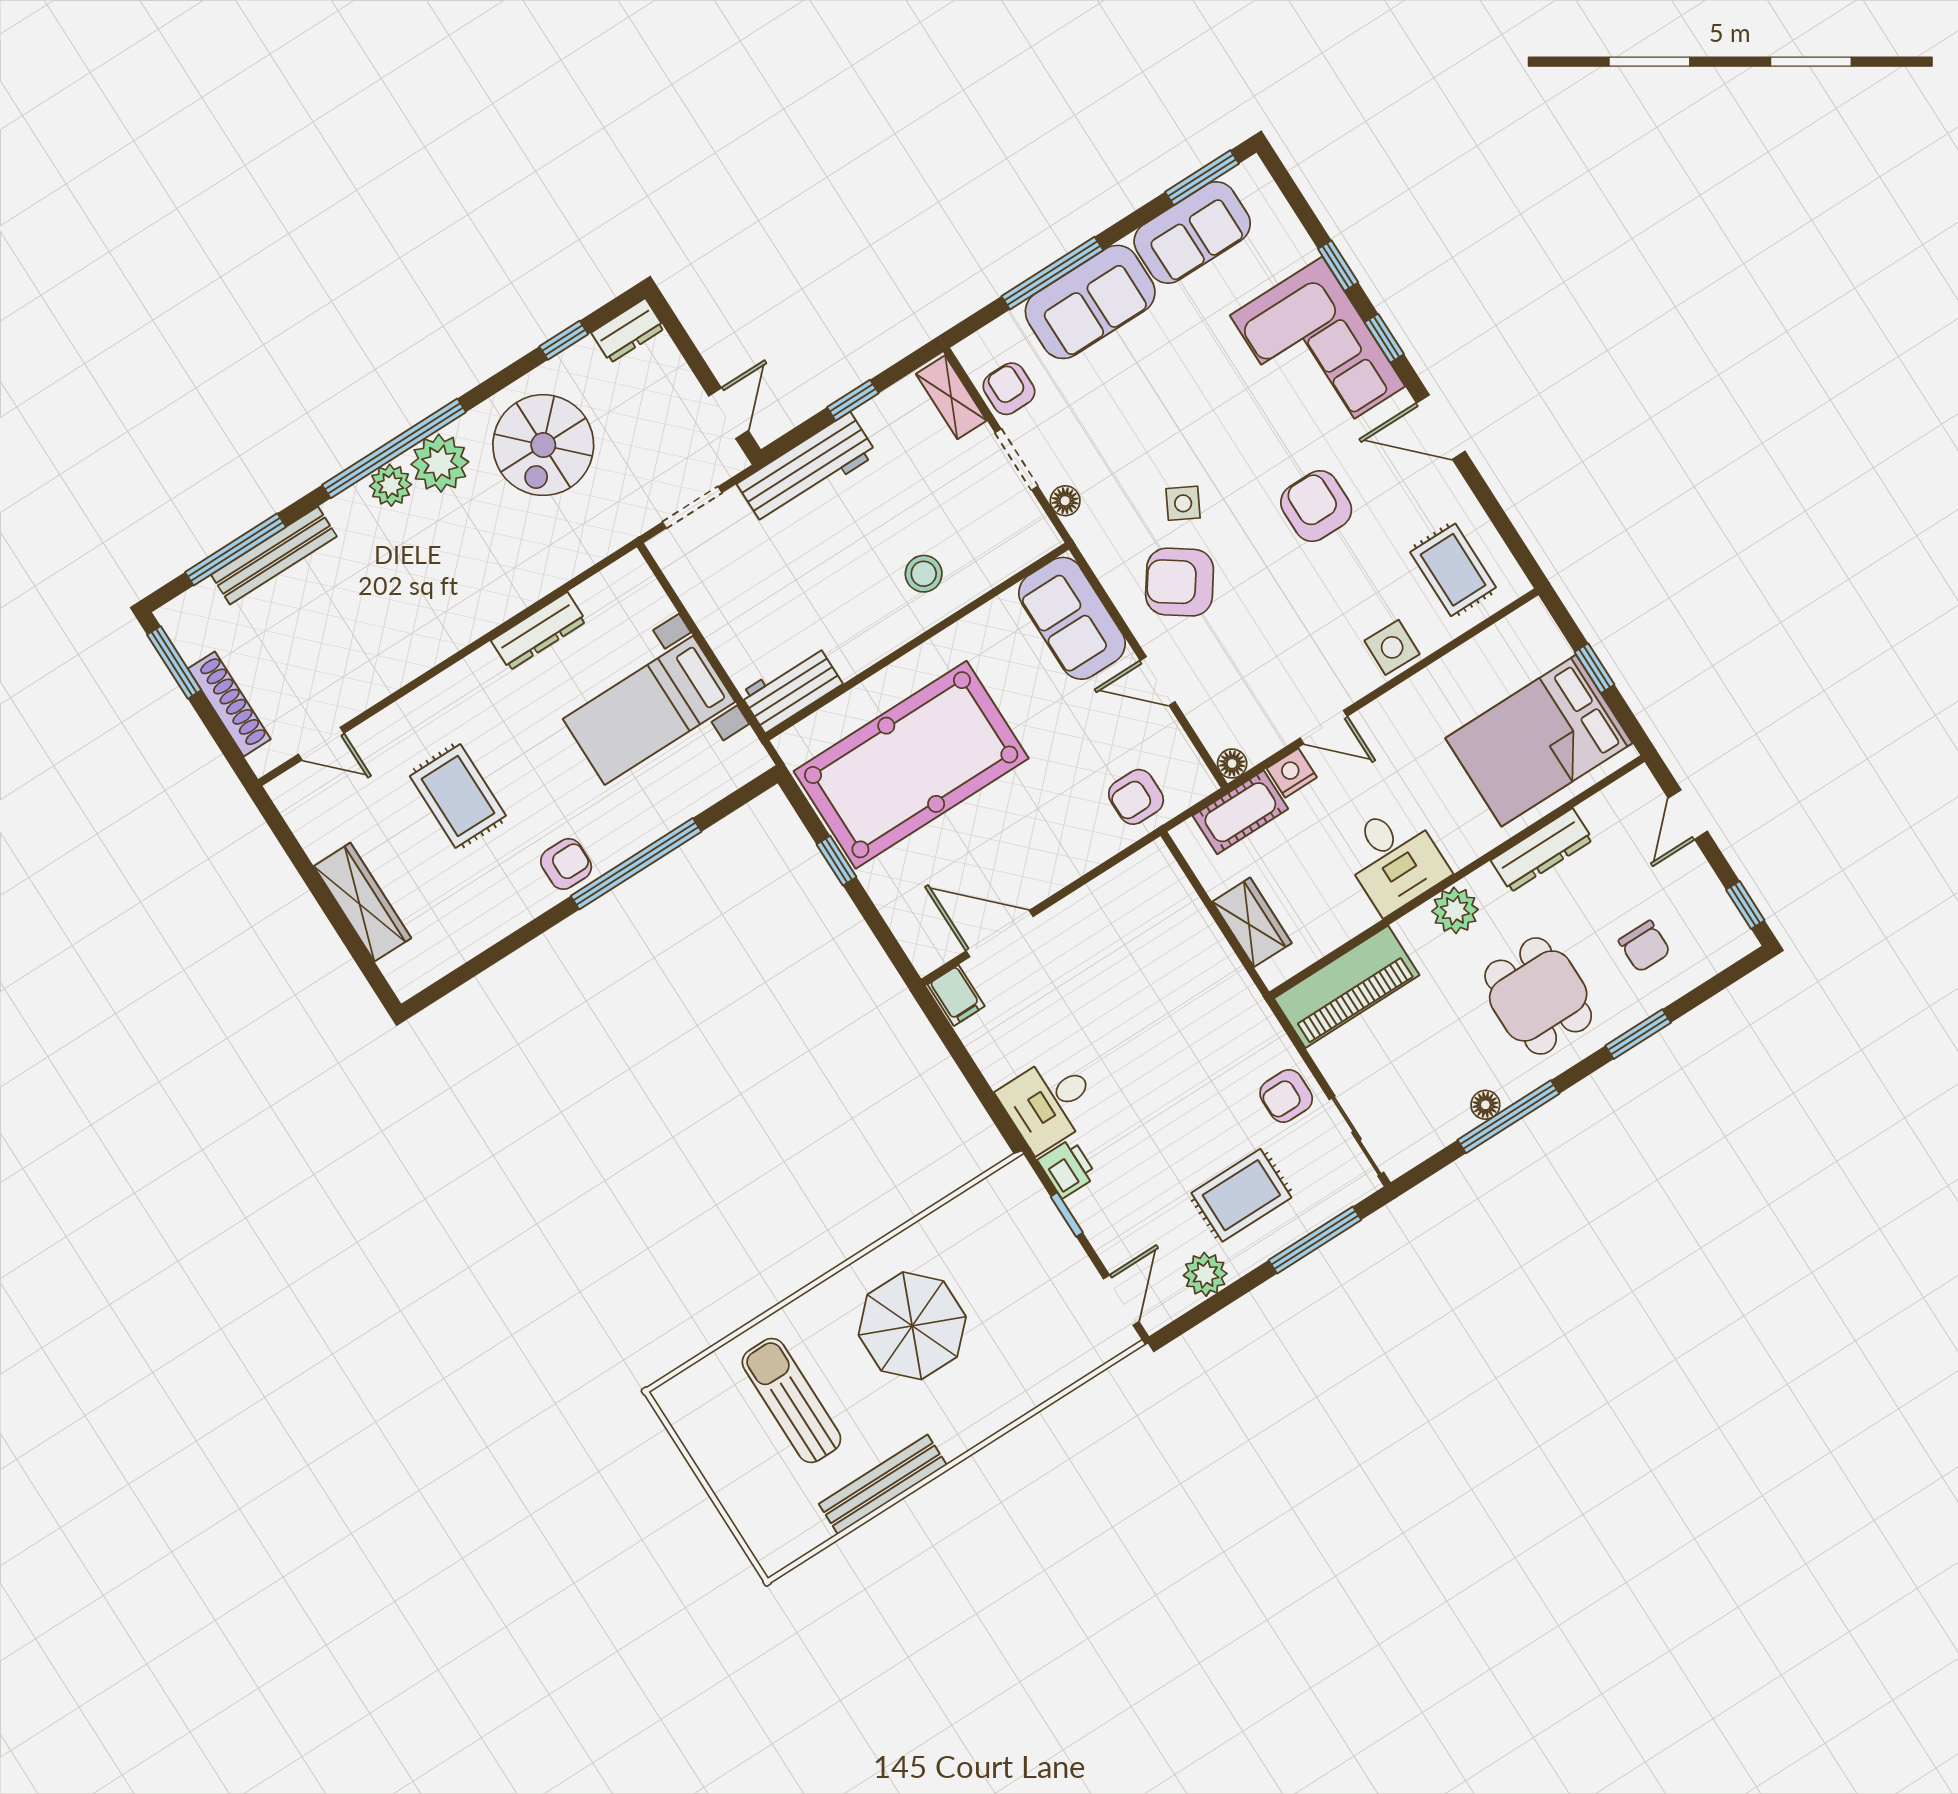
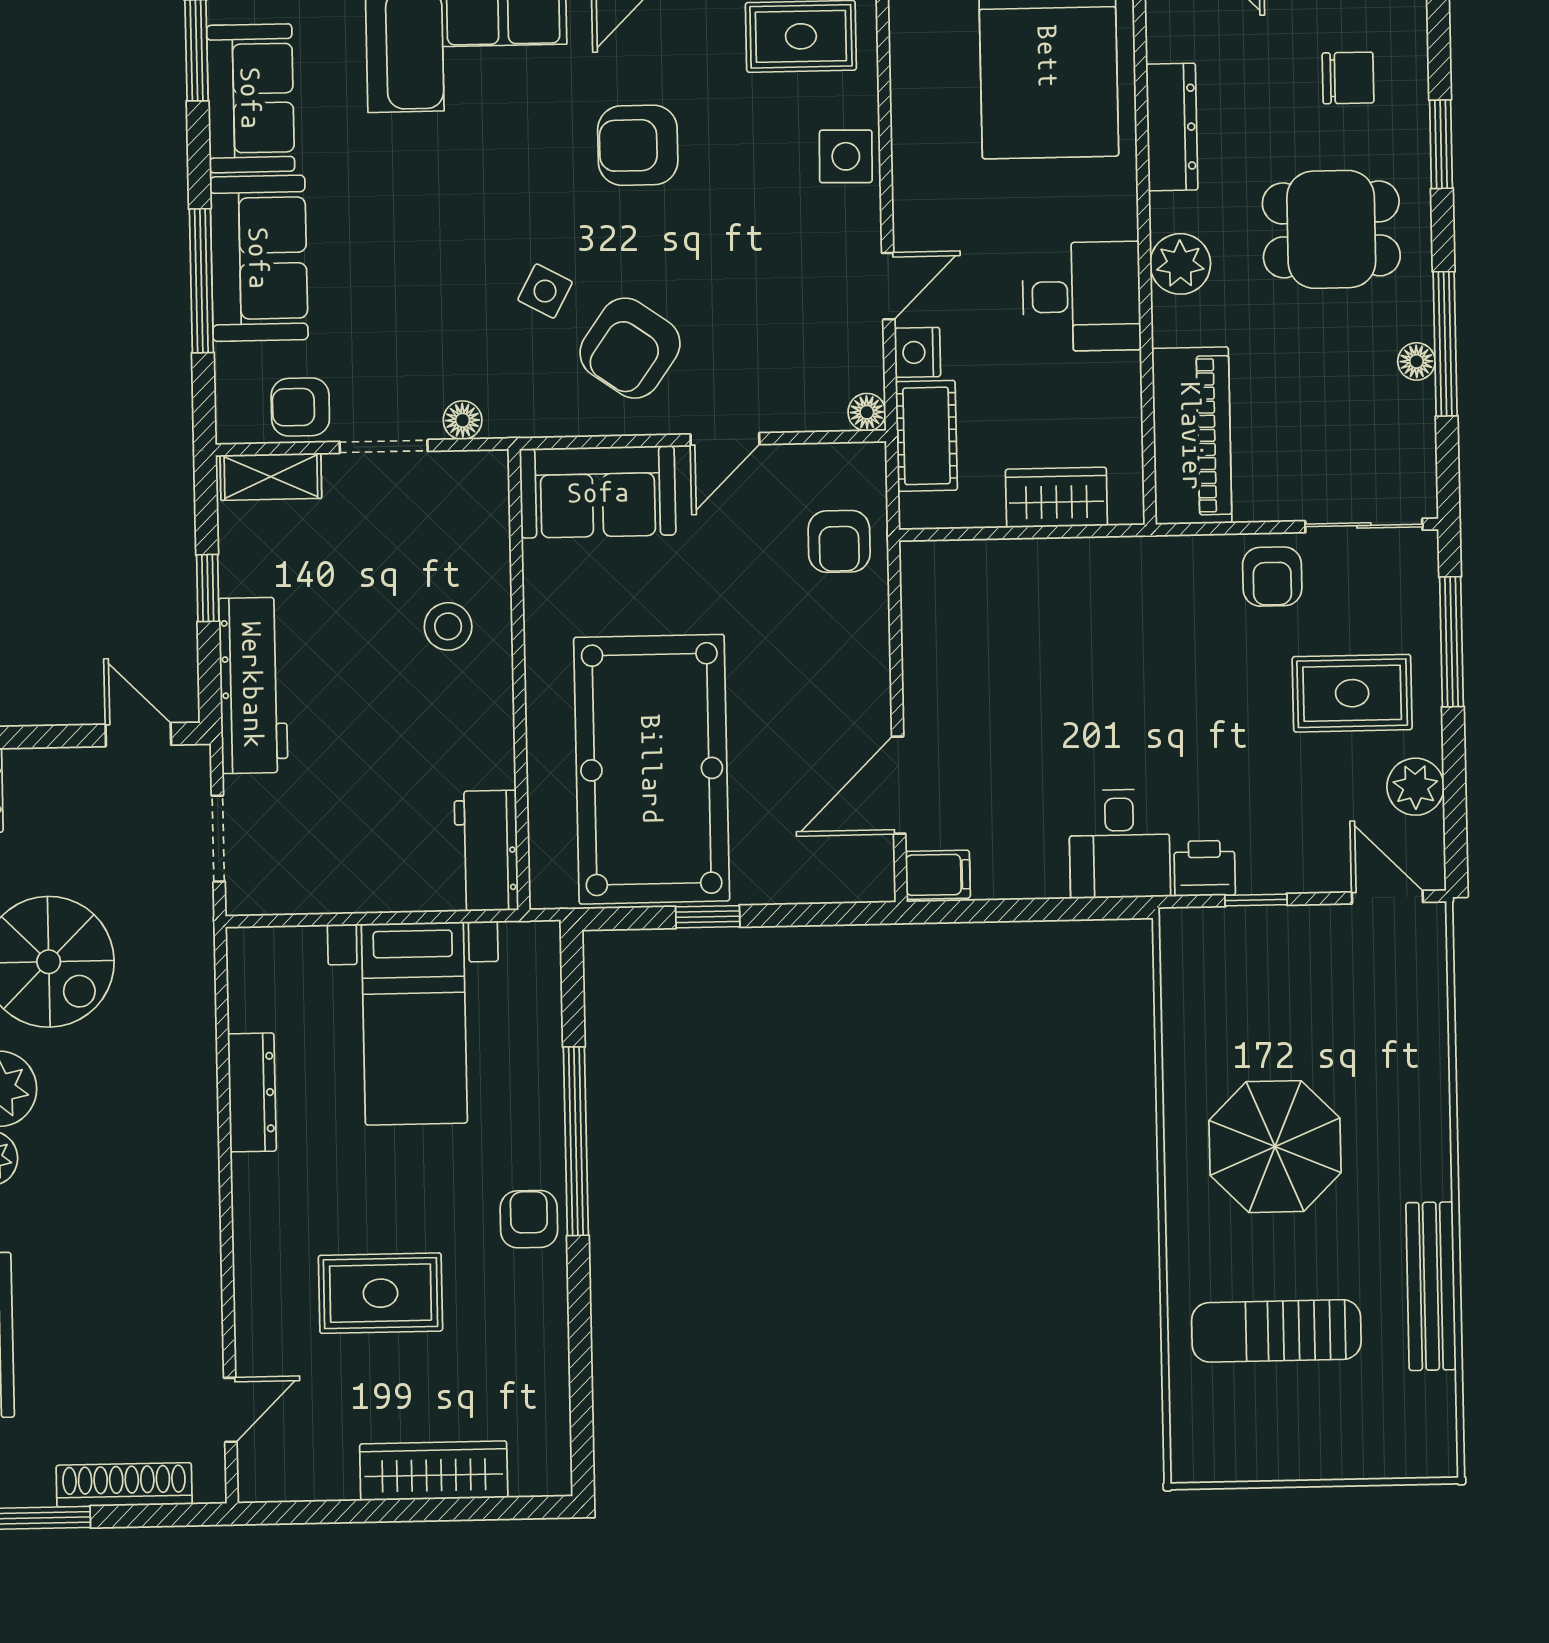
rug: (1241, 1195) -> (1352, 693), turned 90

